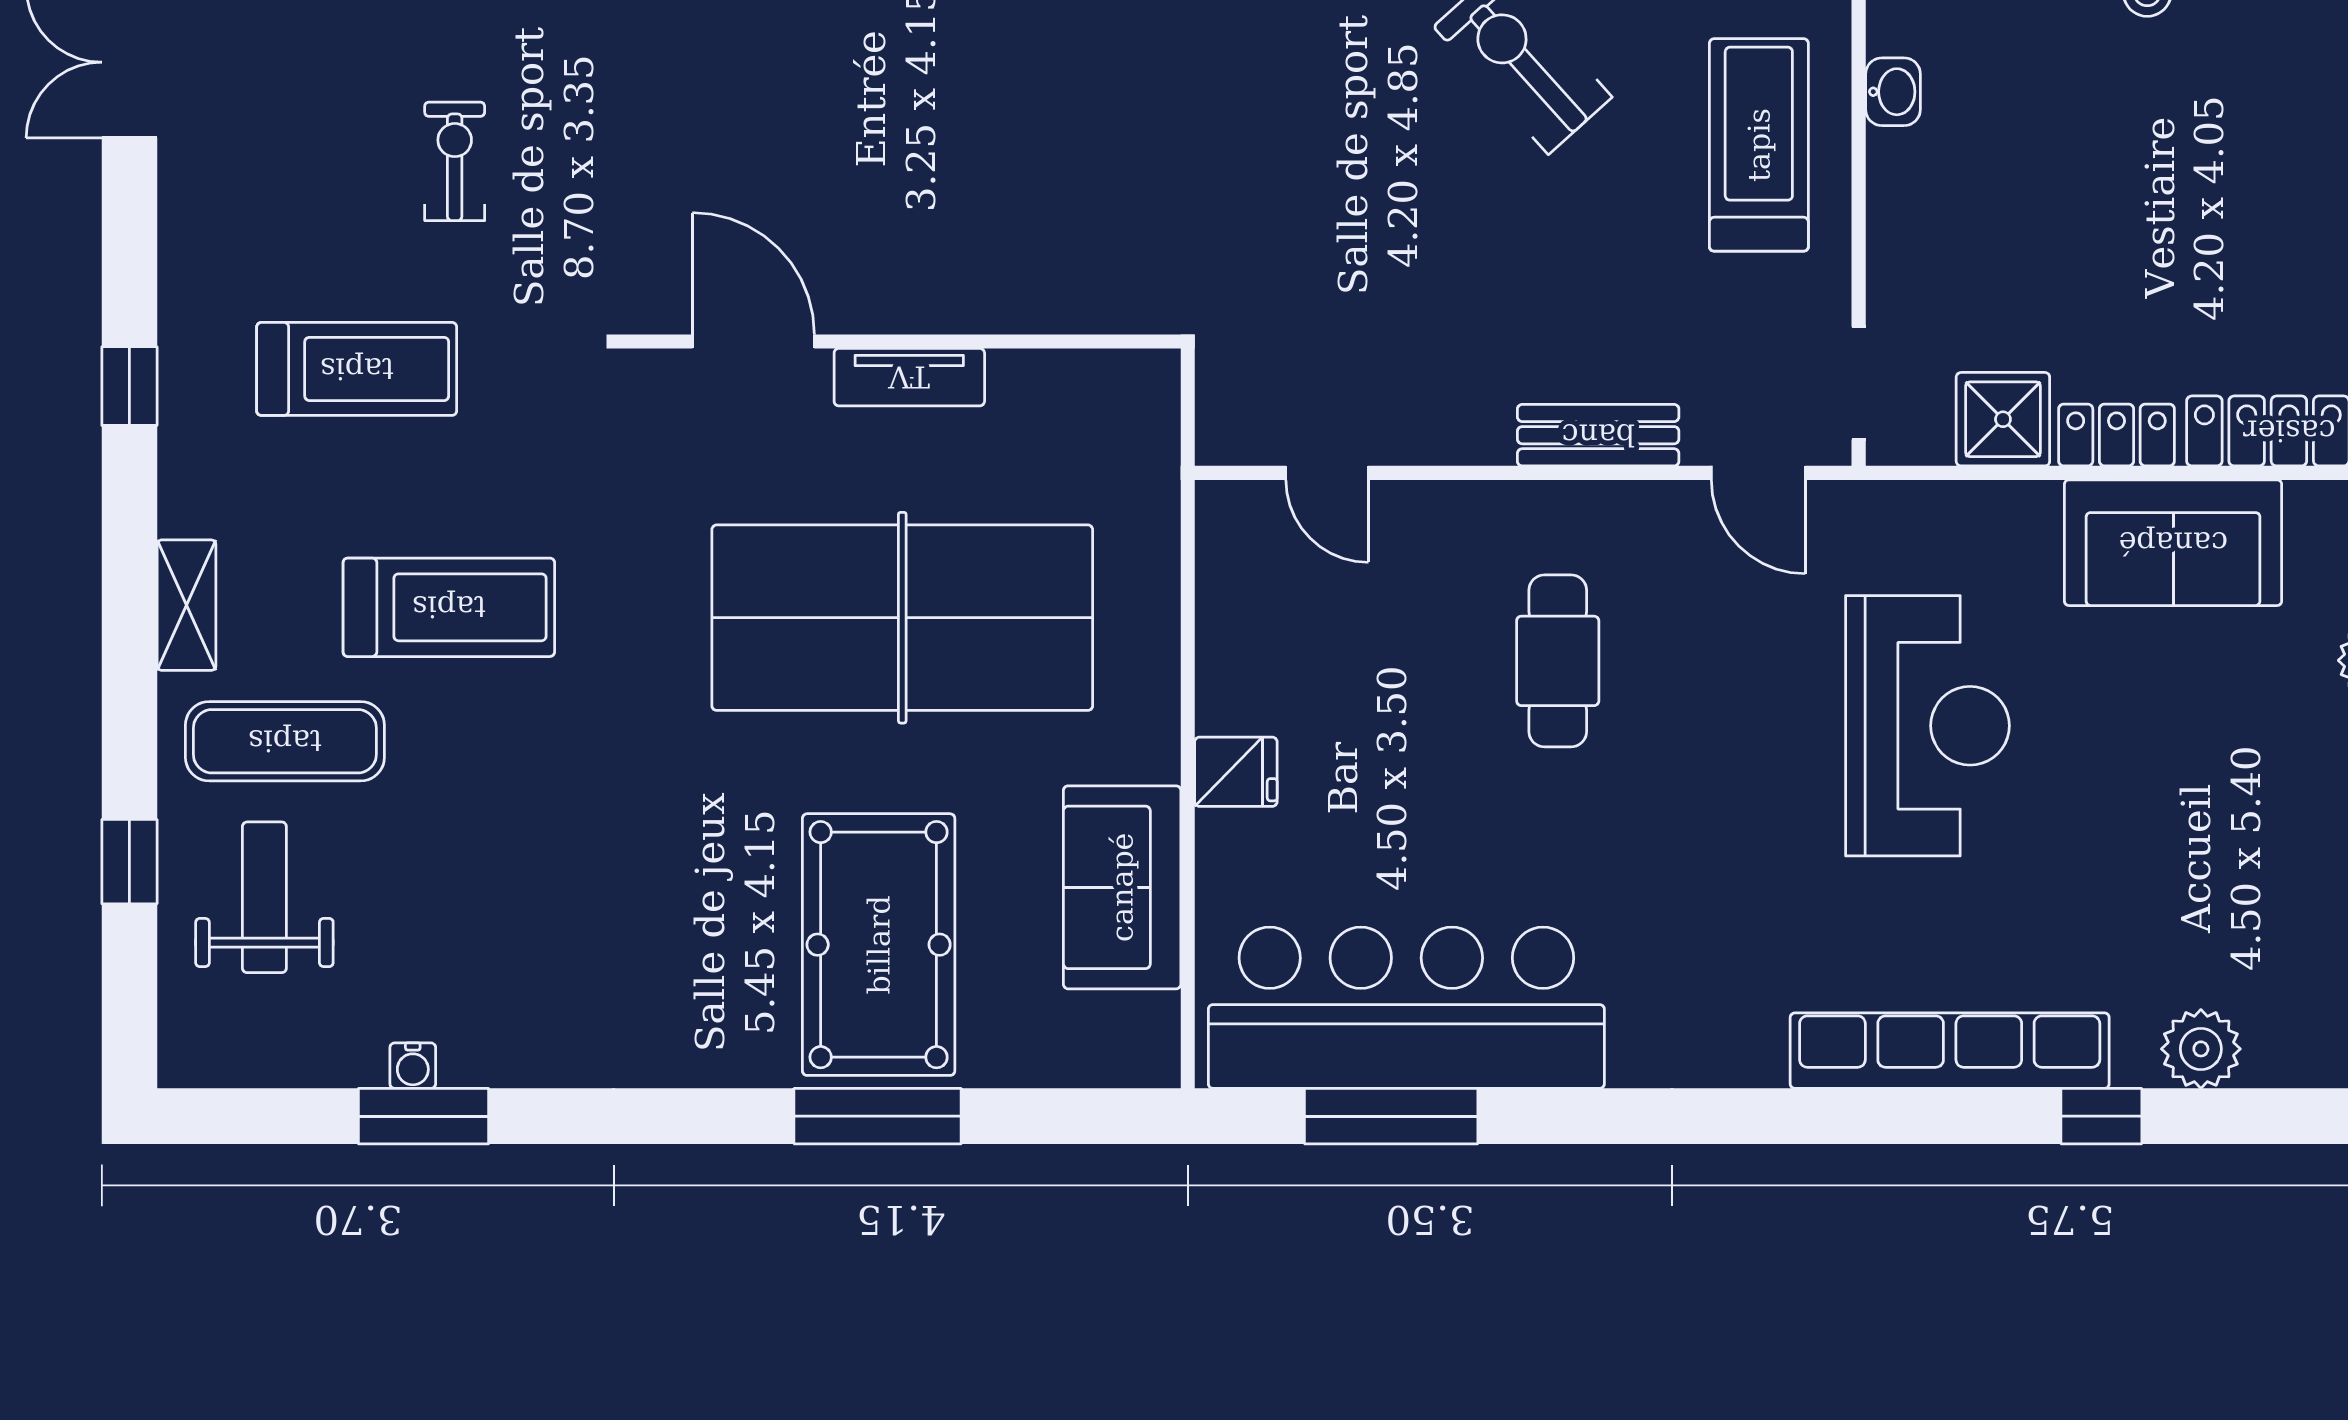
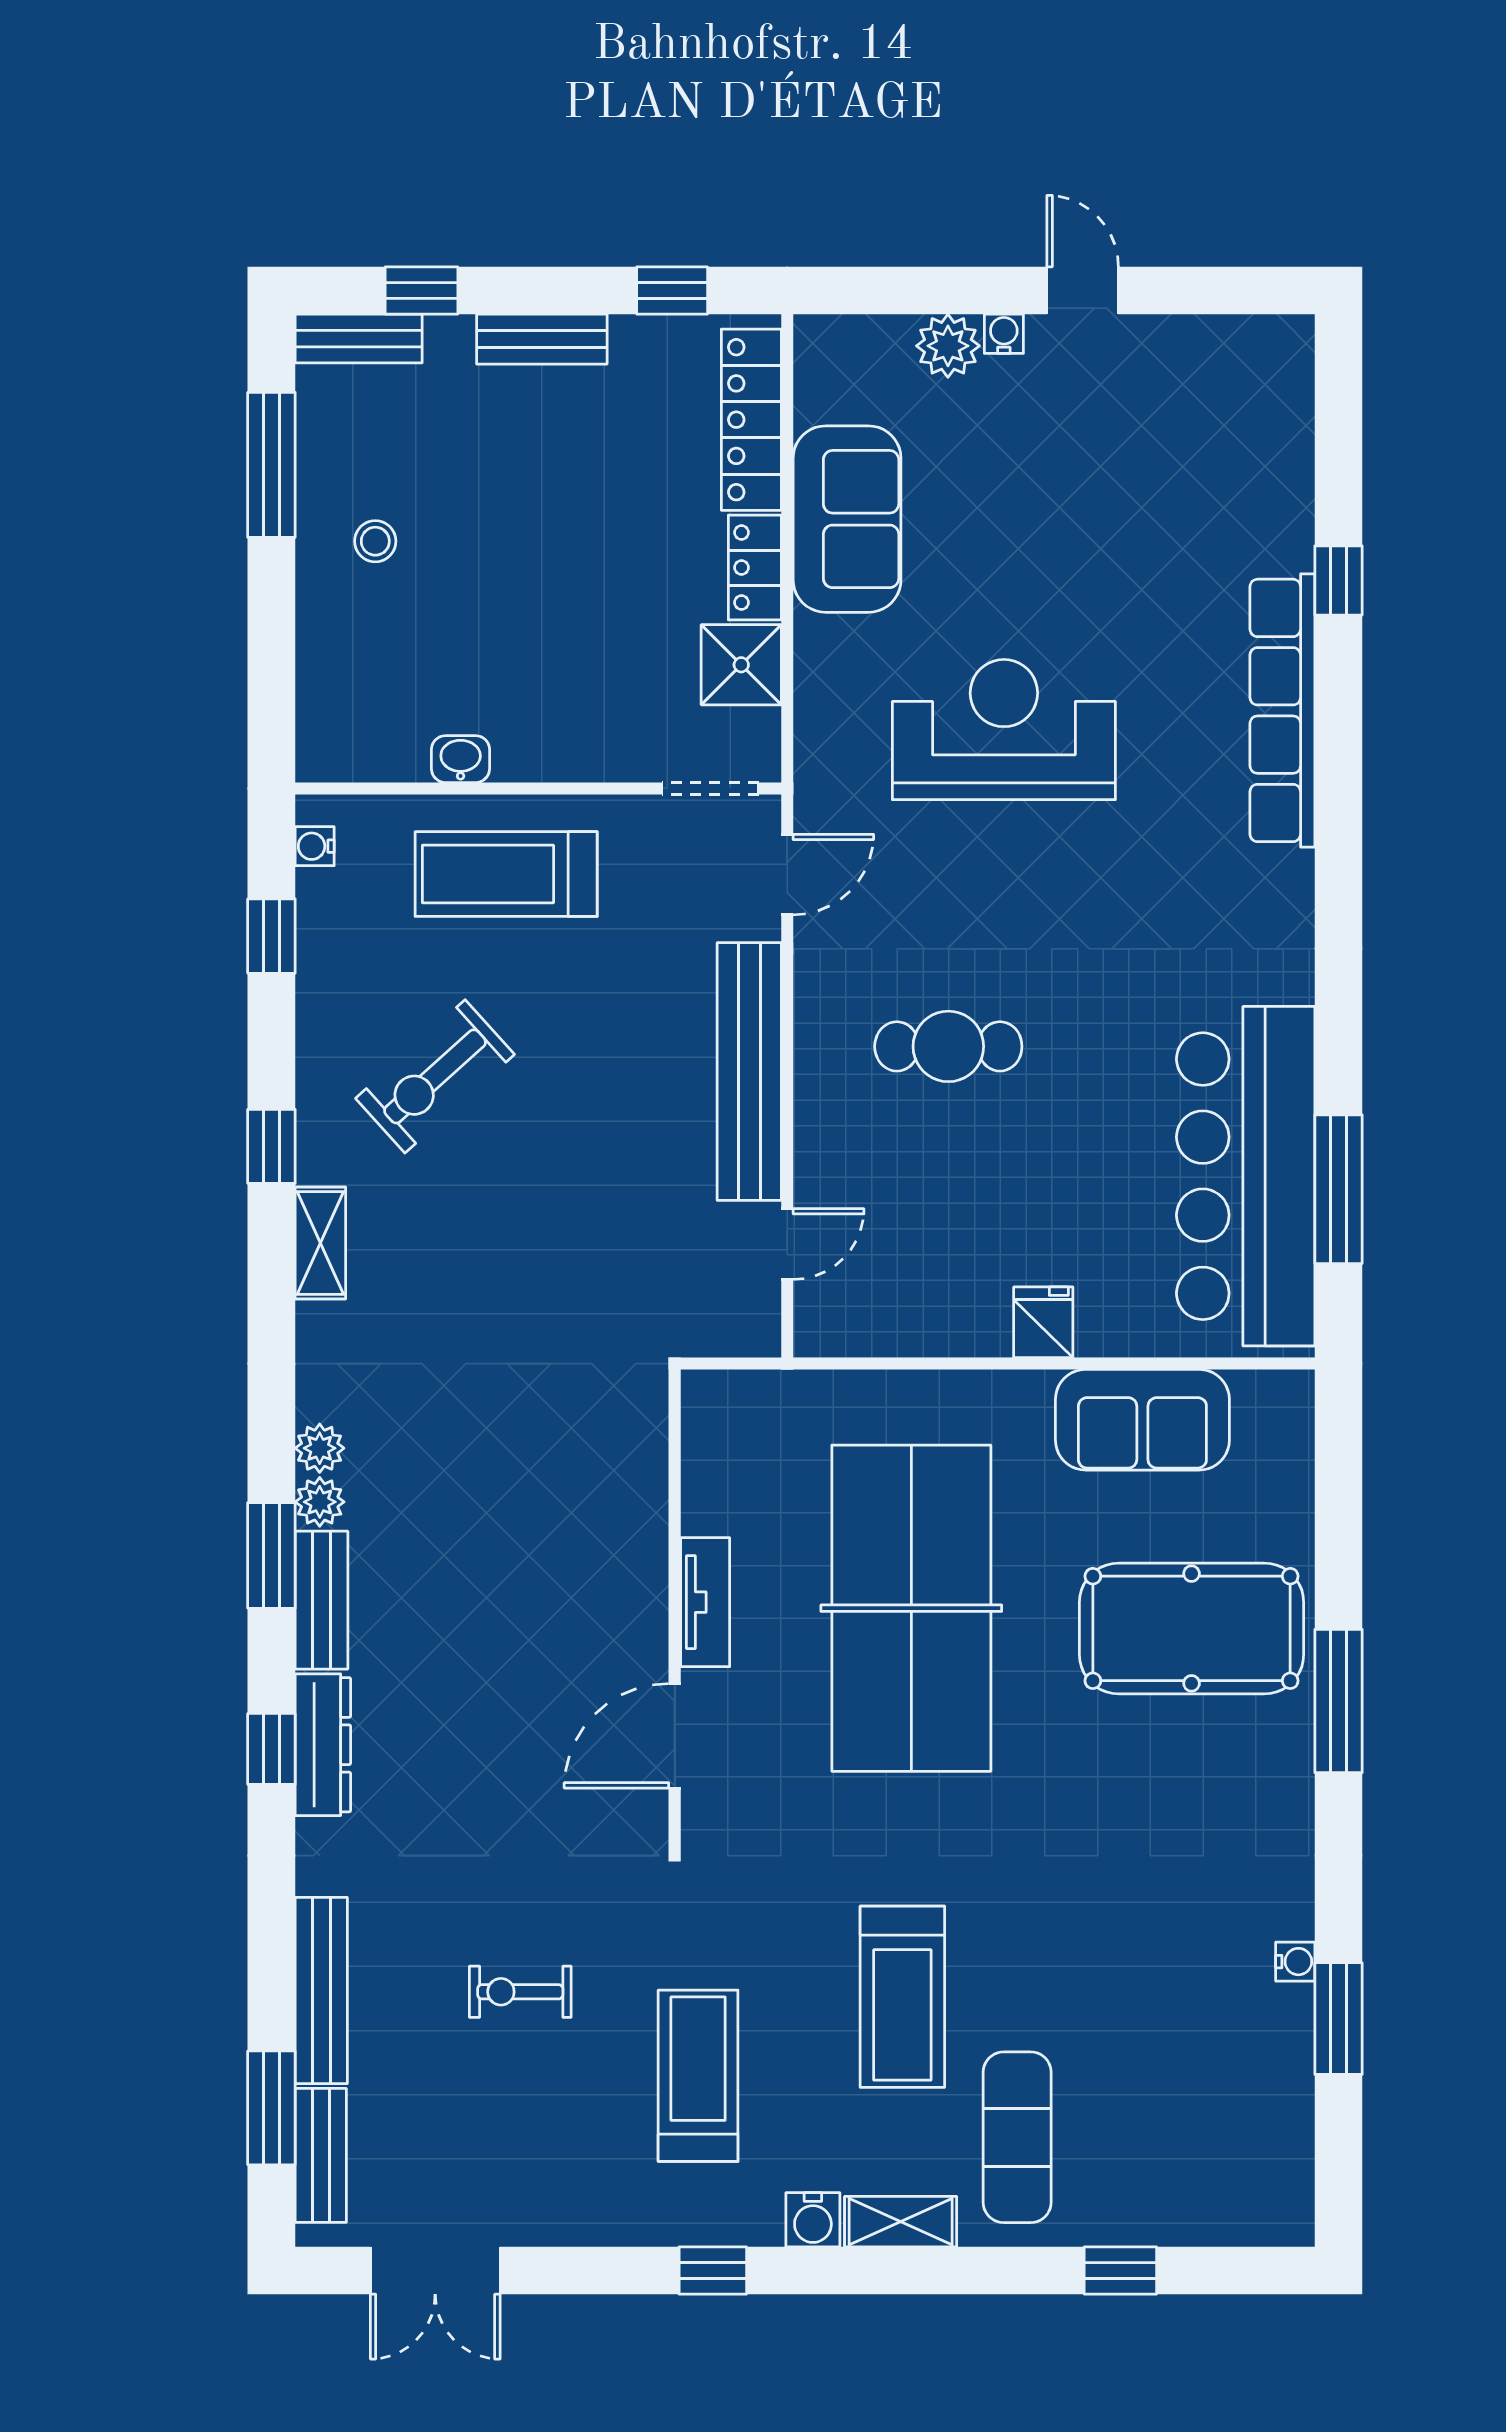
bench: (1598, 435) -> (749, 1072), width x1.86, depth x1.21
water cooler: (189, 503) -> (813, 2220), added
treadmill: (449, 607) -> (902, 1997), turned 180
weight bench: (264, 897) -> (1151, 2155), removed
plant: (2201, 1049) -> (1281, 495), removed
water cooler: (413, 1066) -> (1295, 1962), moved
window: (878, 1116) -> (1339, 1701), moved

